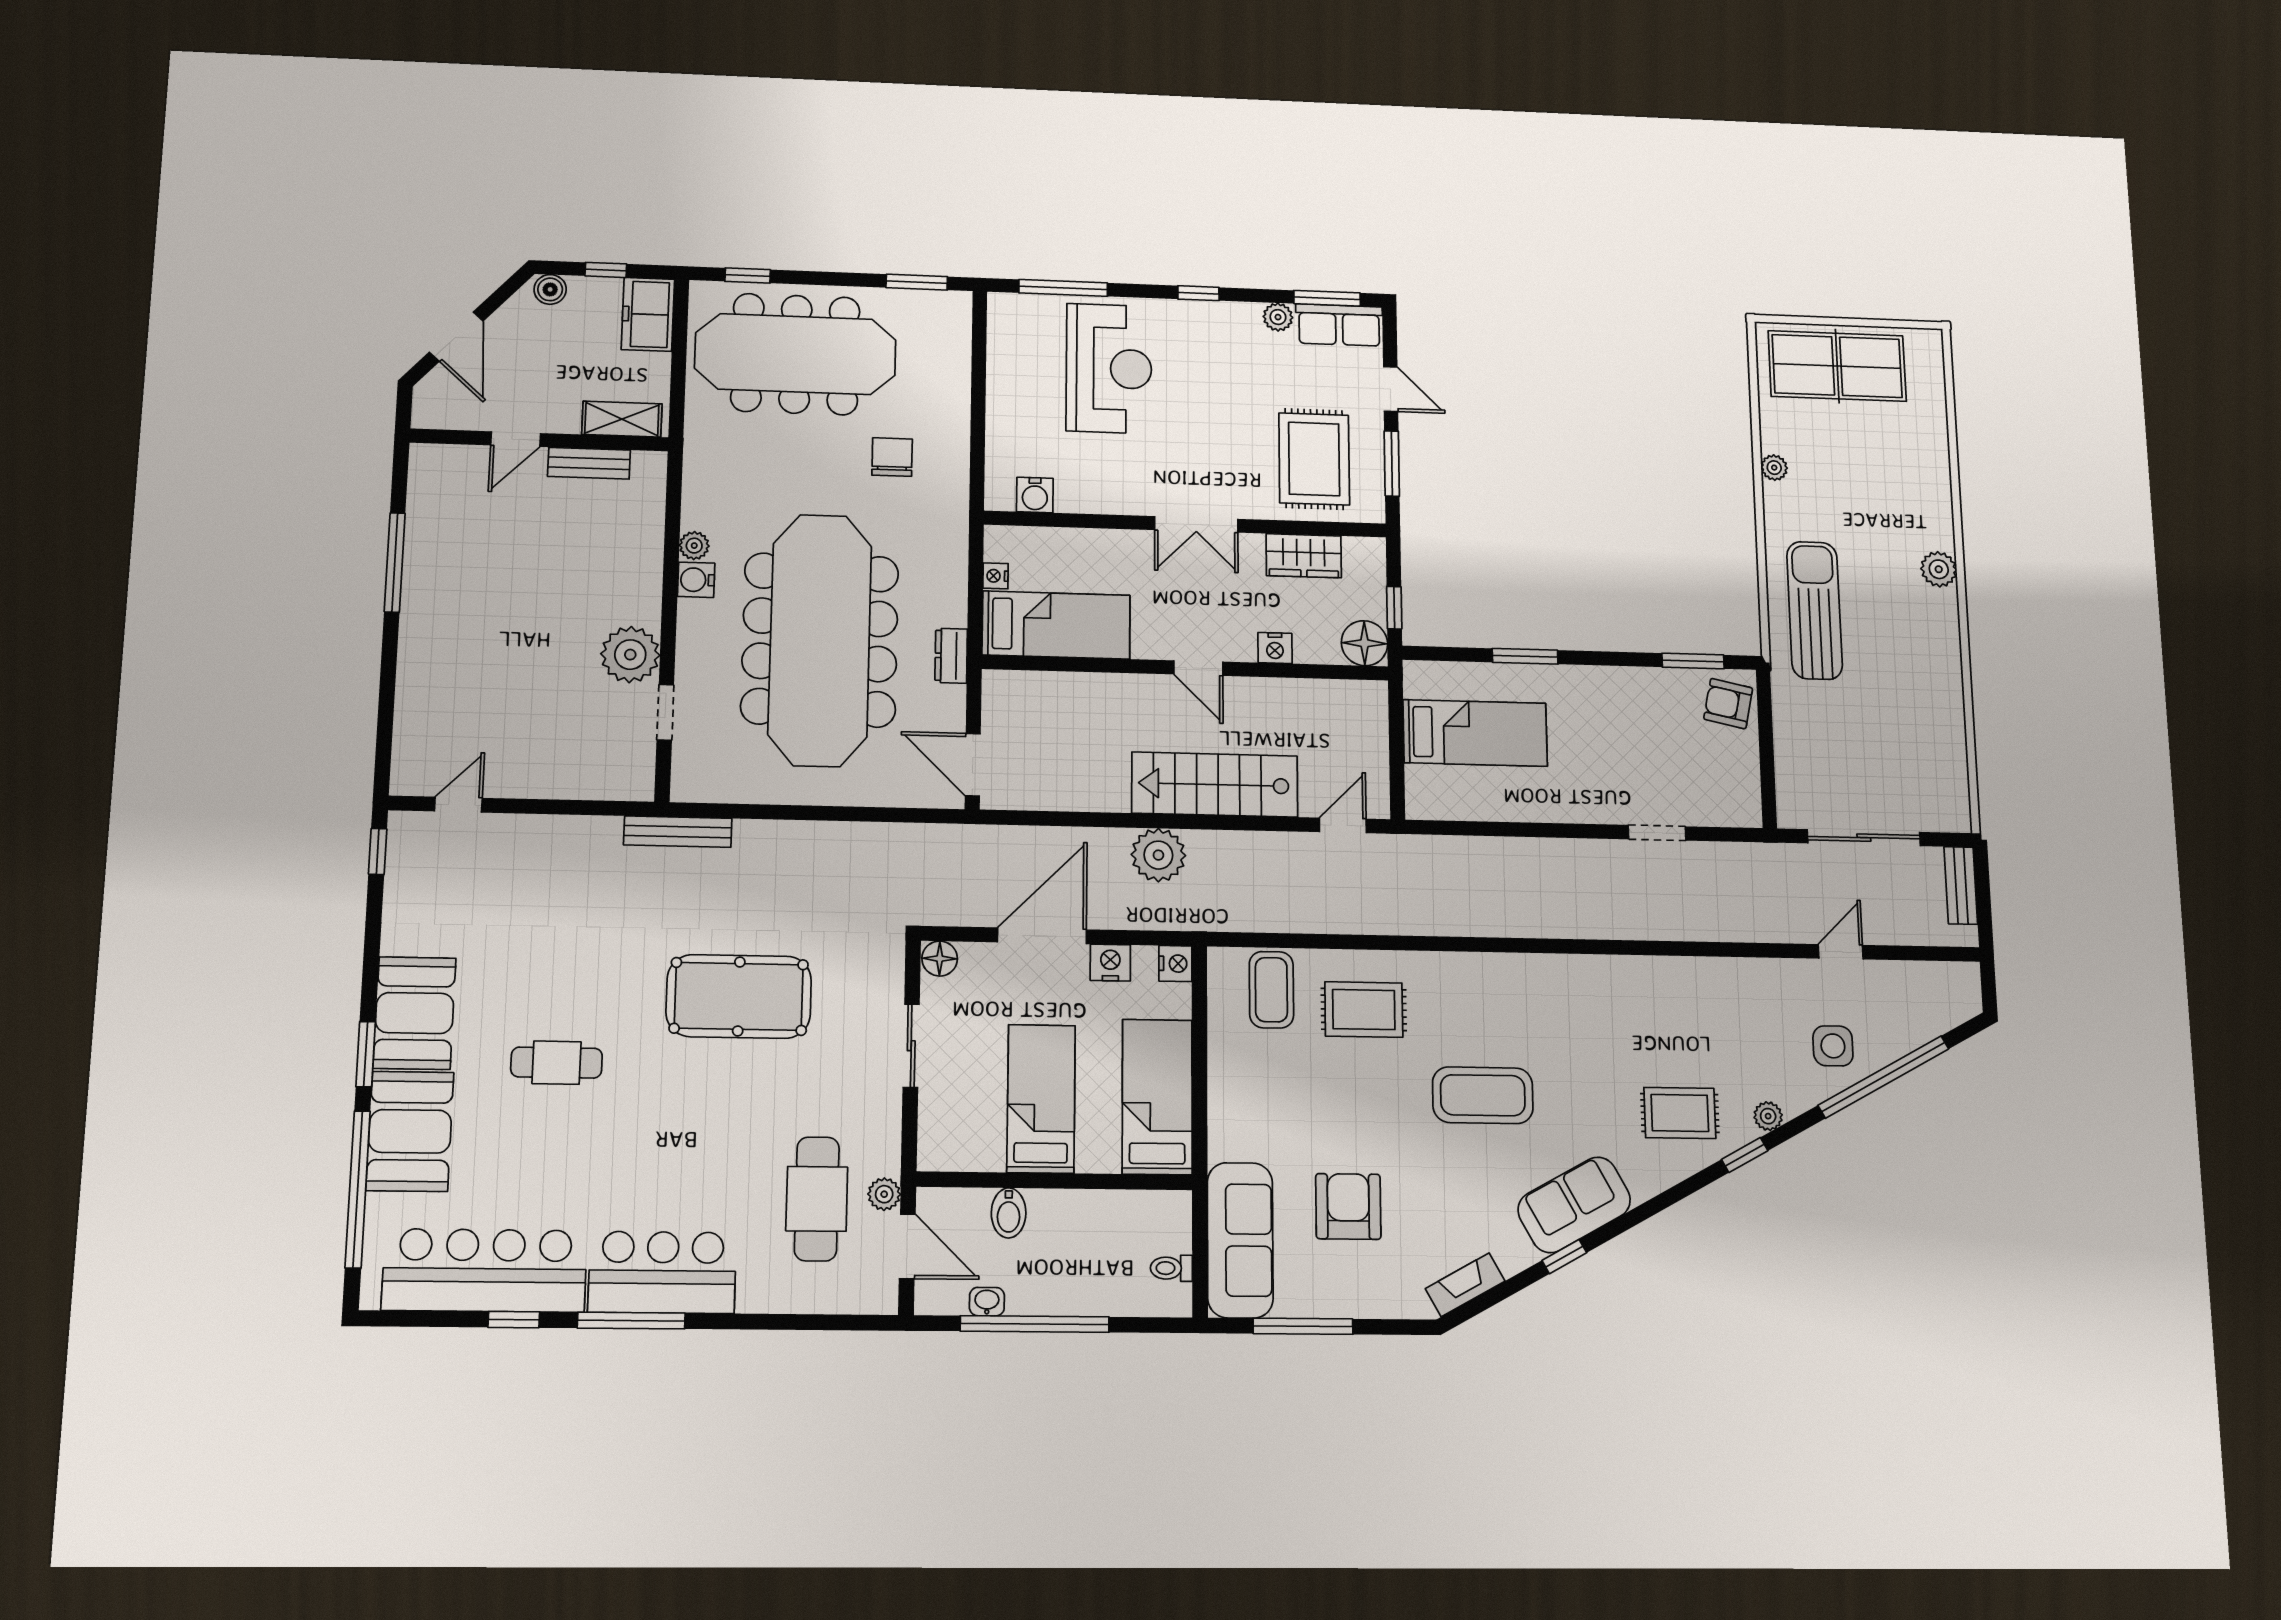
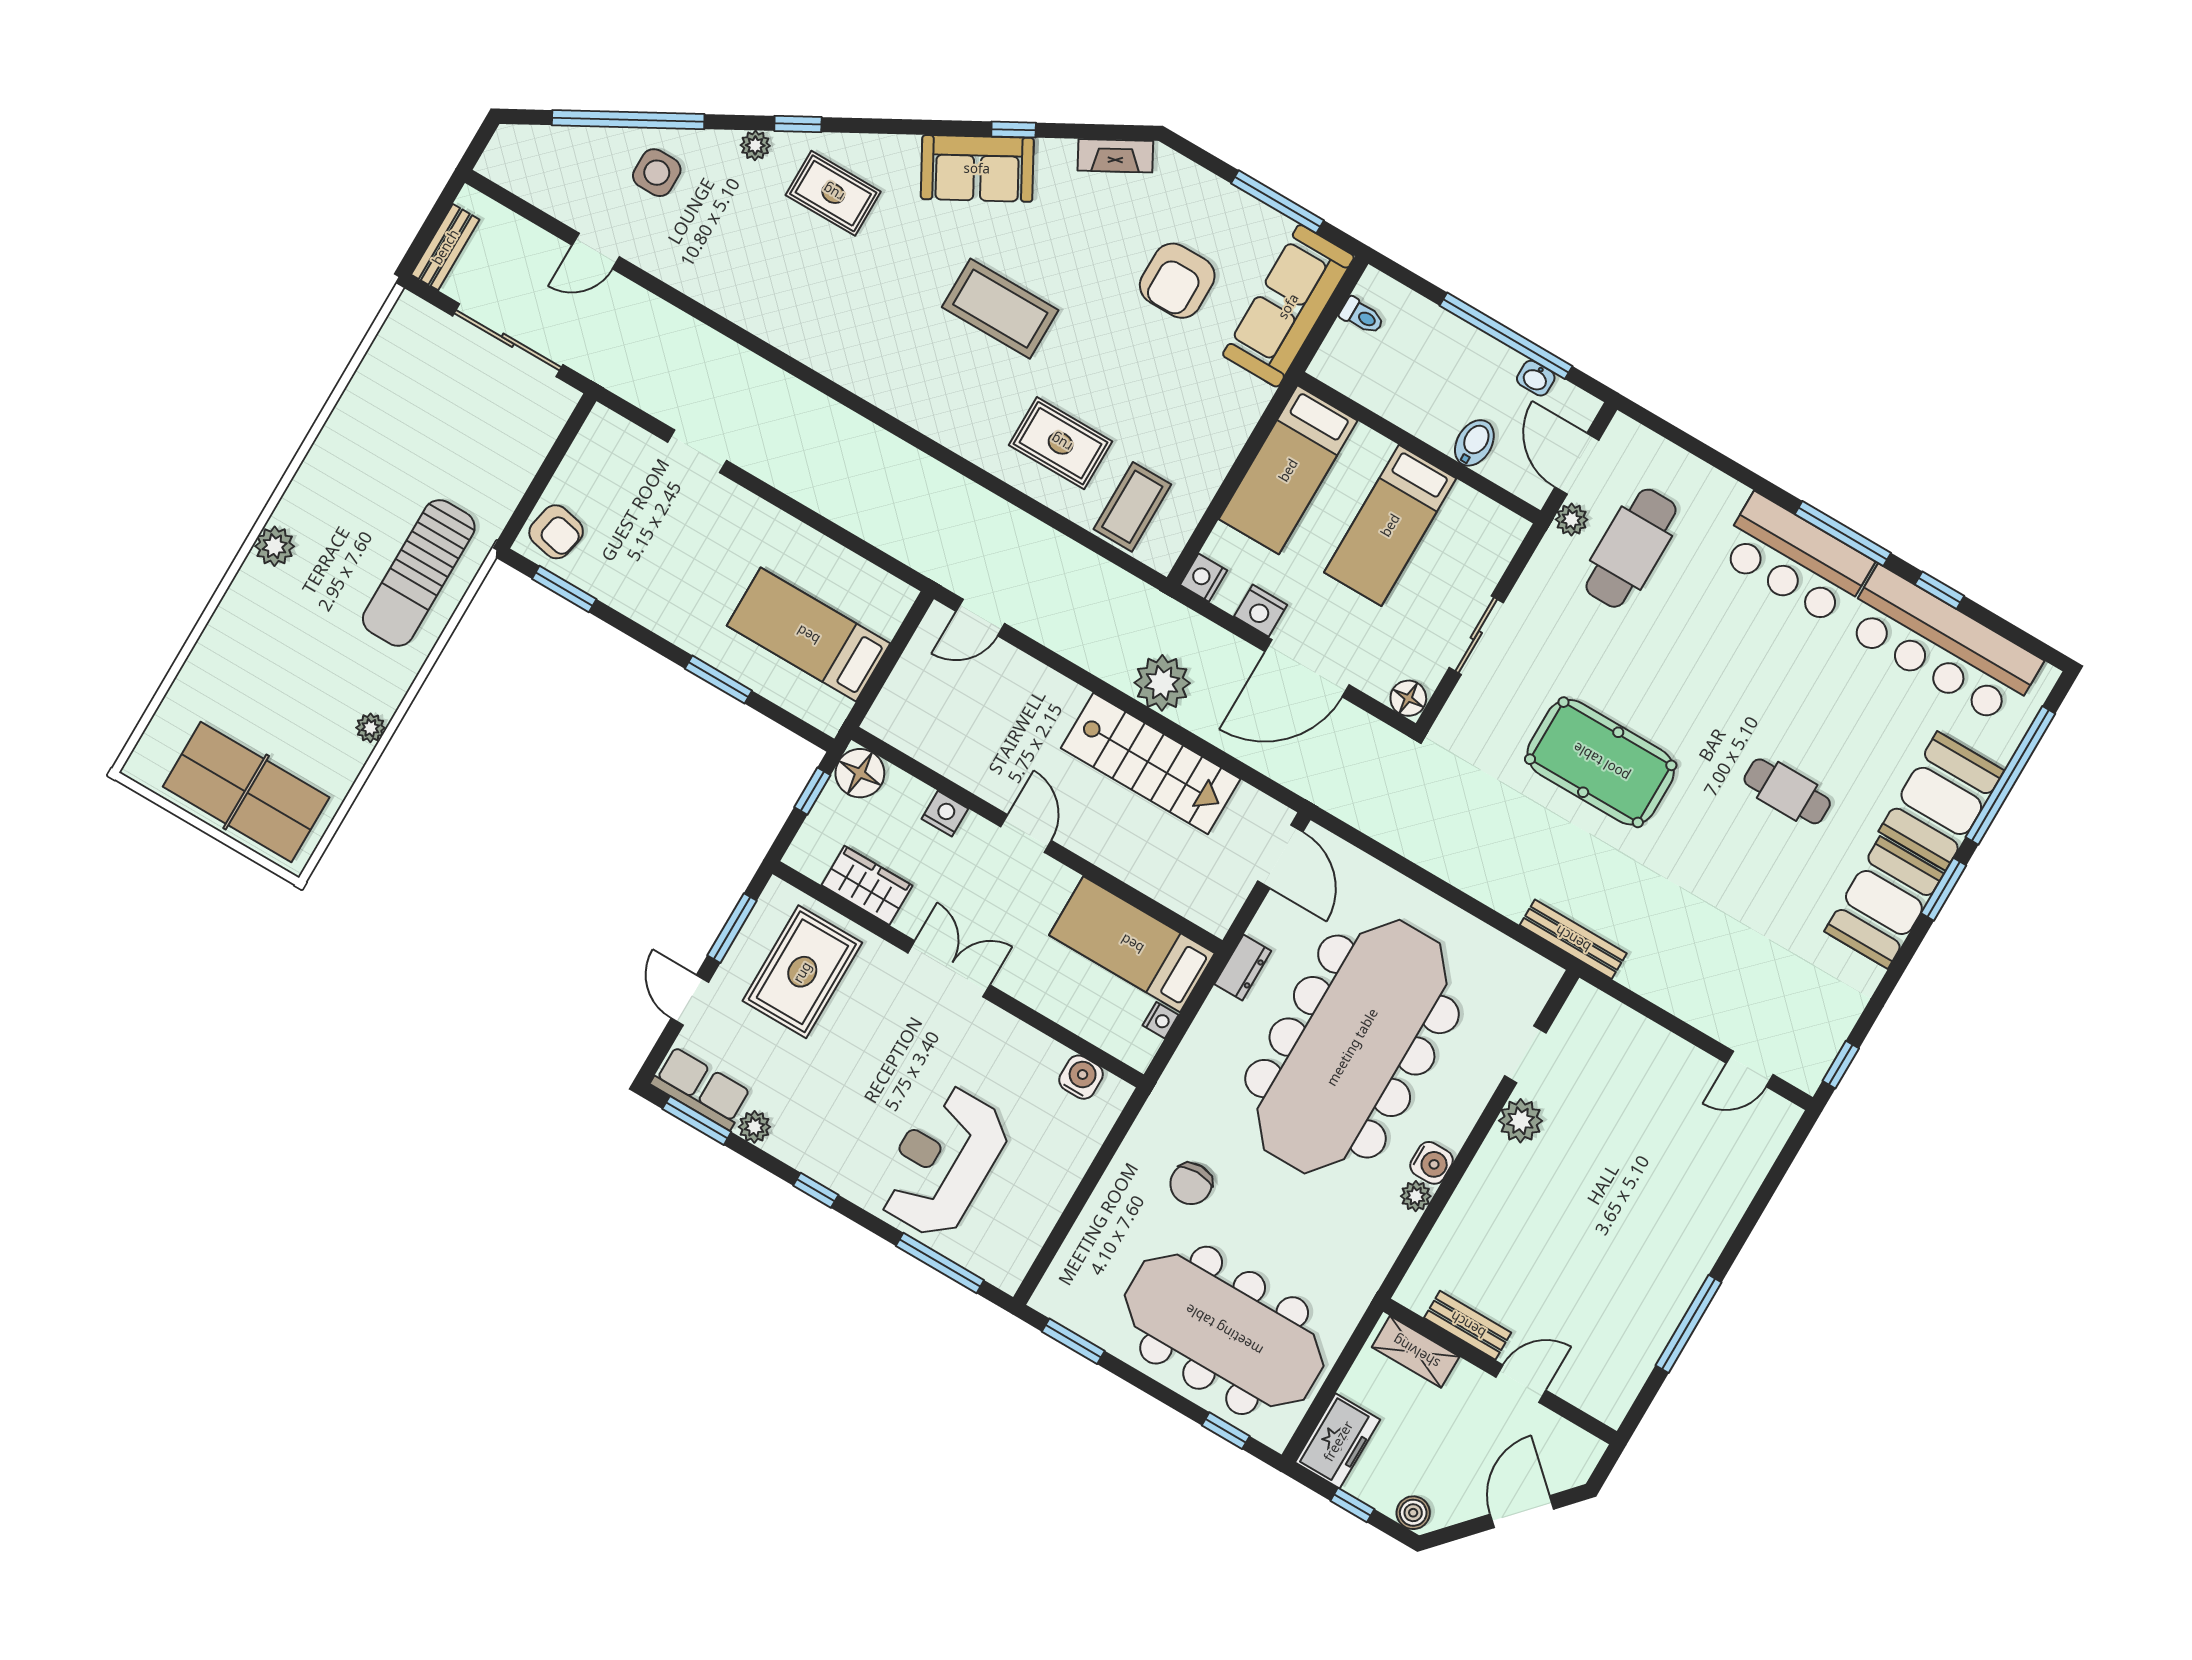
plant: (630, 655) -> (1521, 1121), width x0.73, depth x0.73
stairs: (1215, 785) -> (1151, 764), moved

